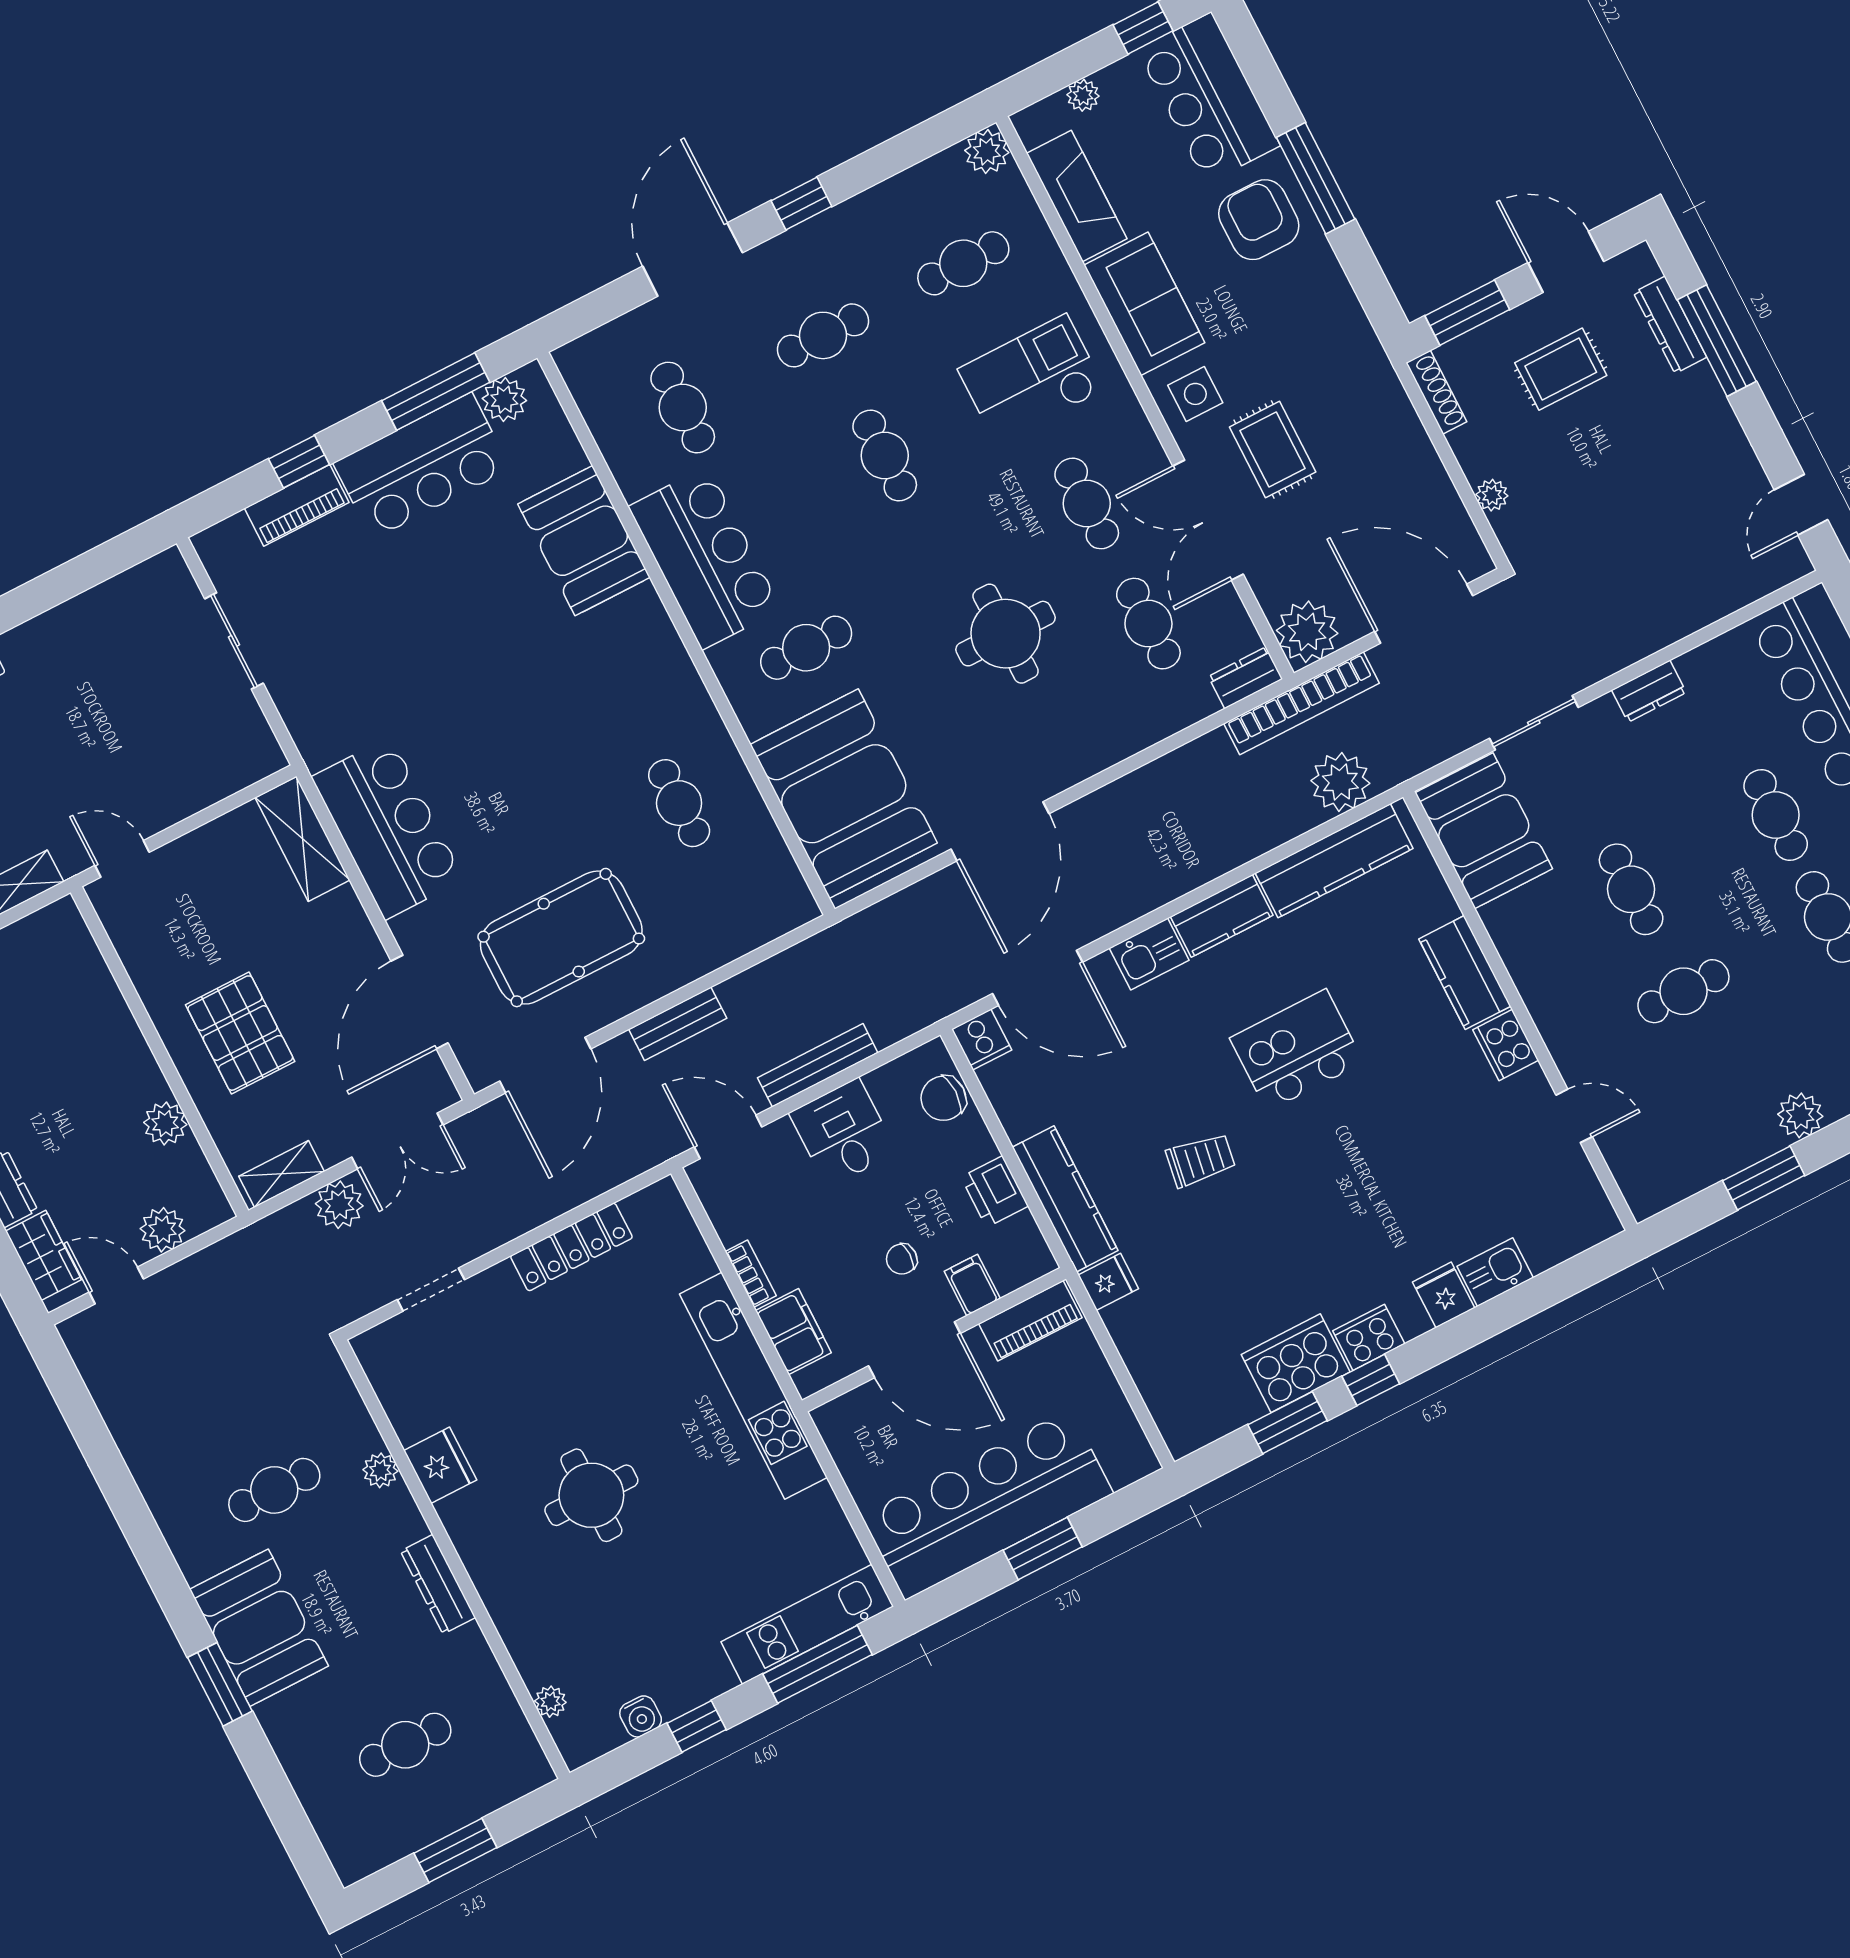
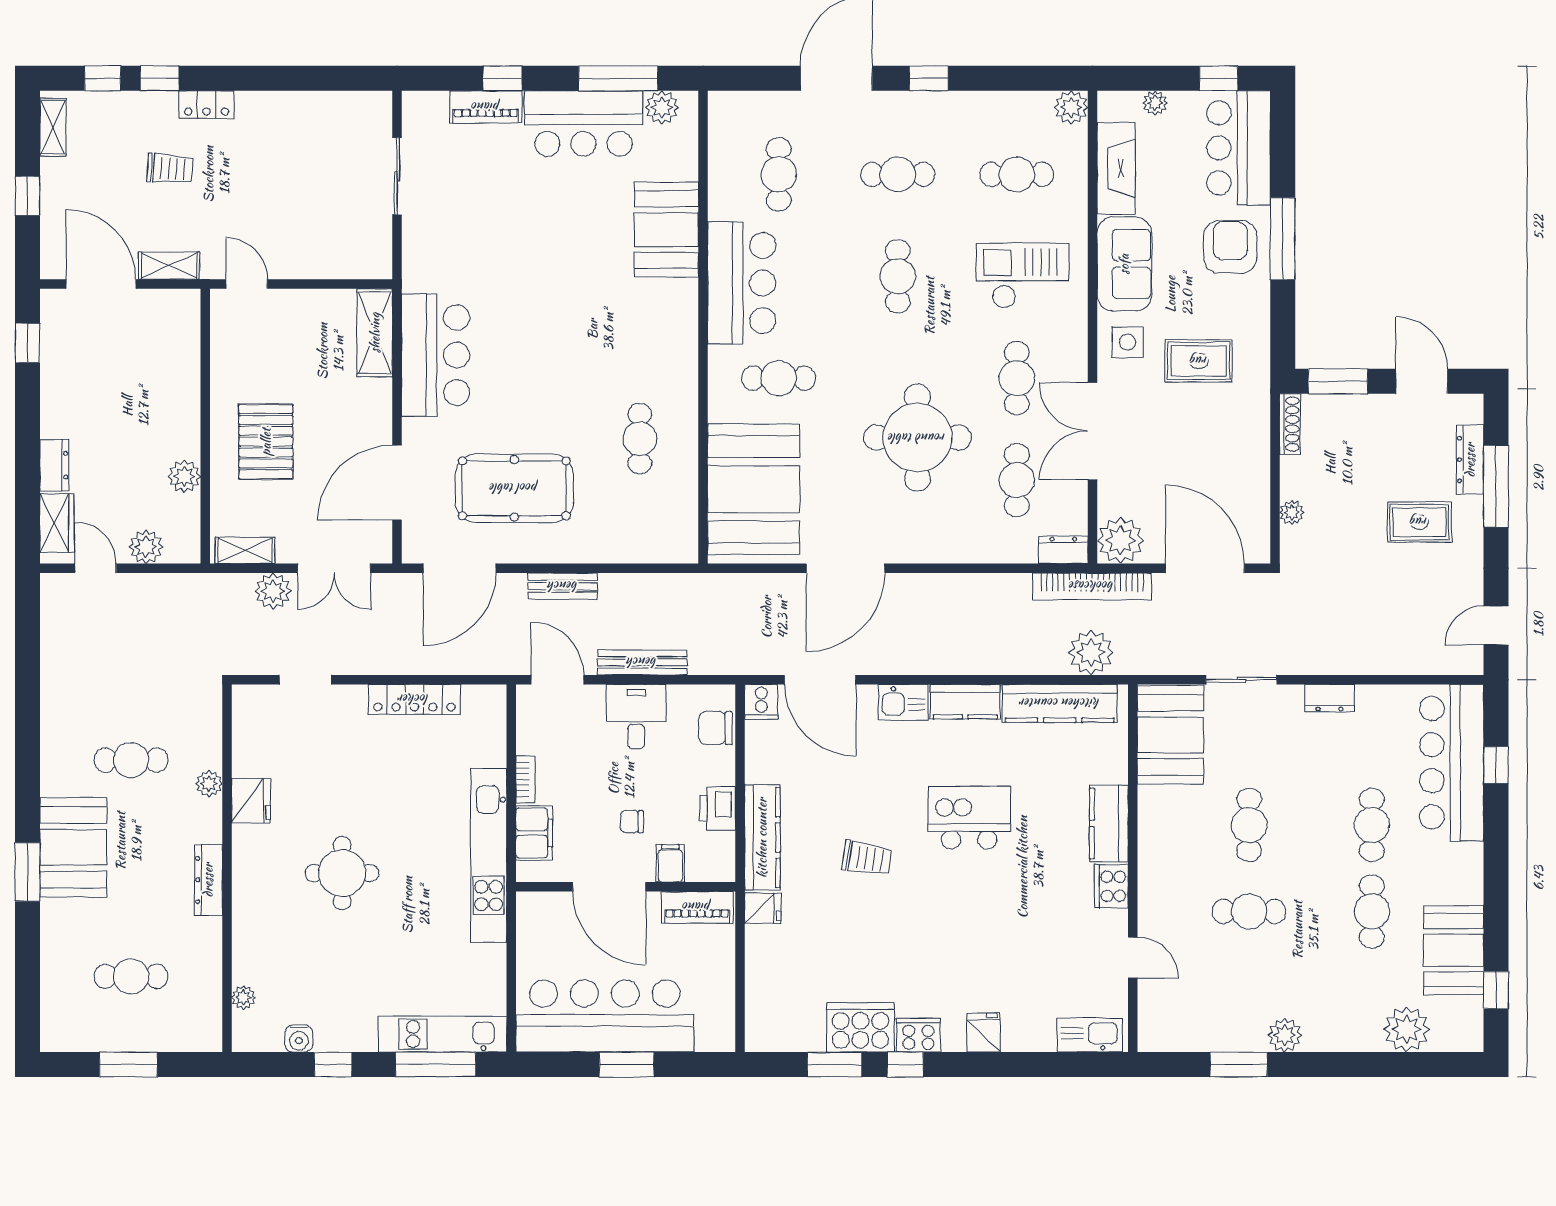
rug: (1561, 369) -> (1419, 522), moved
rug: (1273, 449) -> (1199, 361), moved, turned 90
round table: (1006, 634) -> (917, 438), width x1.36, depth x1.36
kitchen sink: (1495, 1272) -> (1090, 1035), moved, width x1.38

